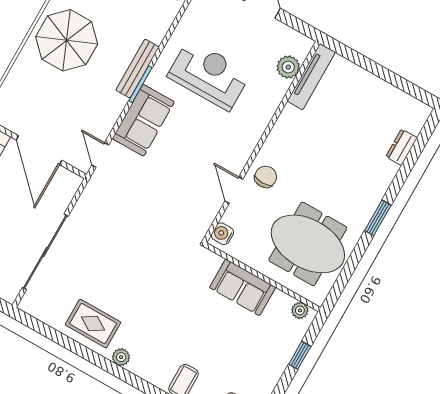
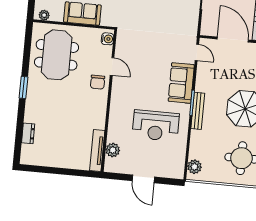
meeting table: (308, 244) -> (57, 55), turned 90

